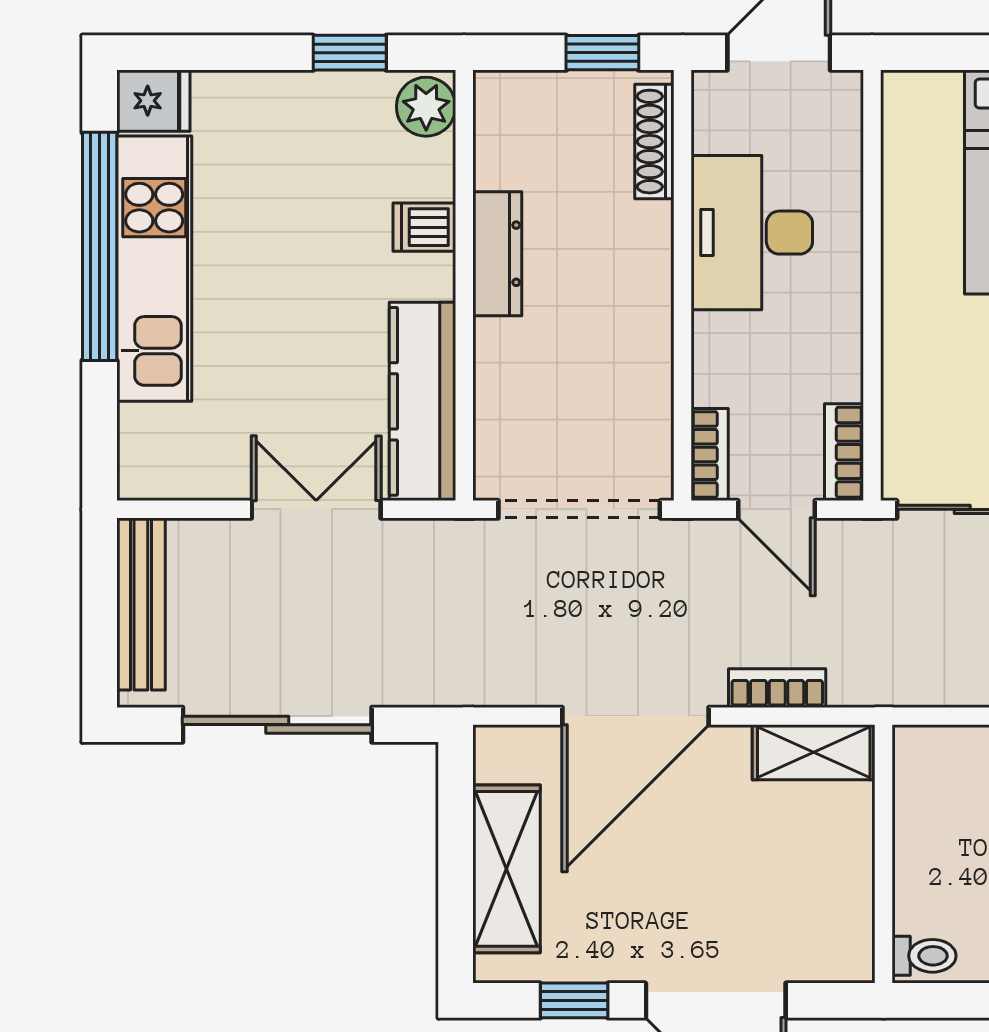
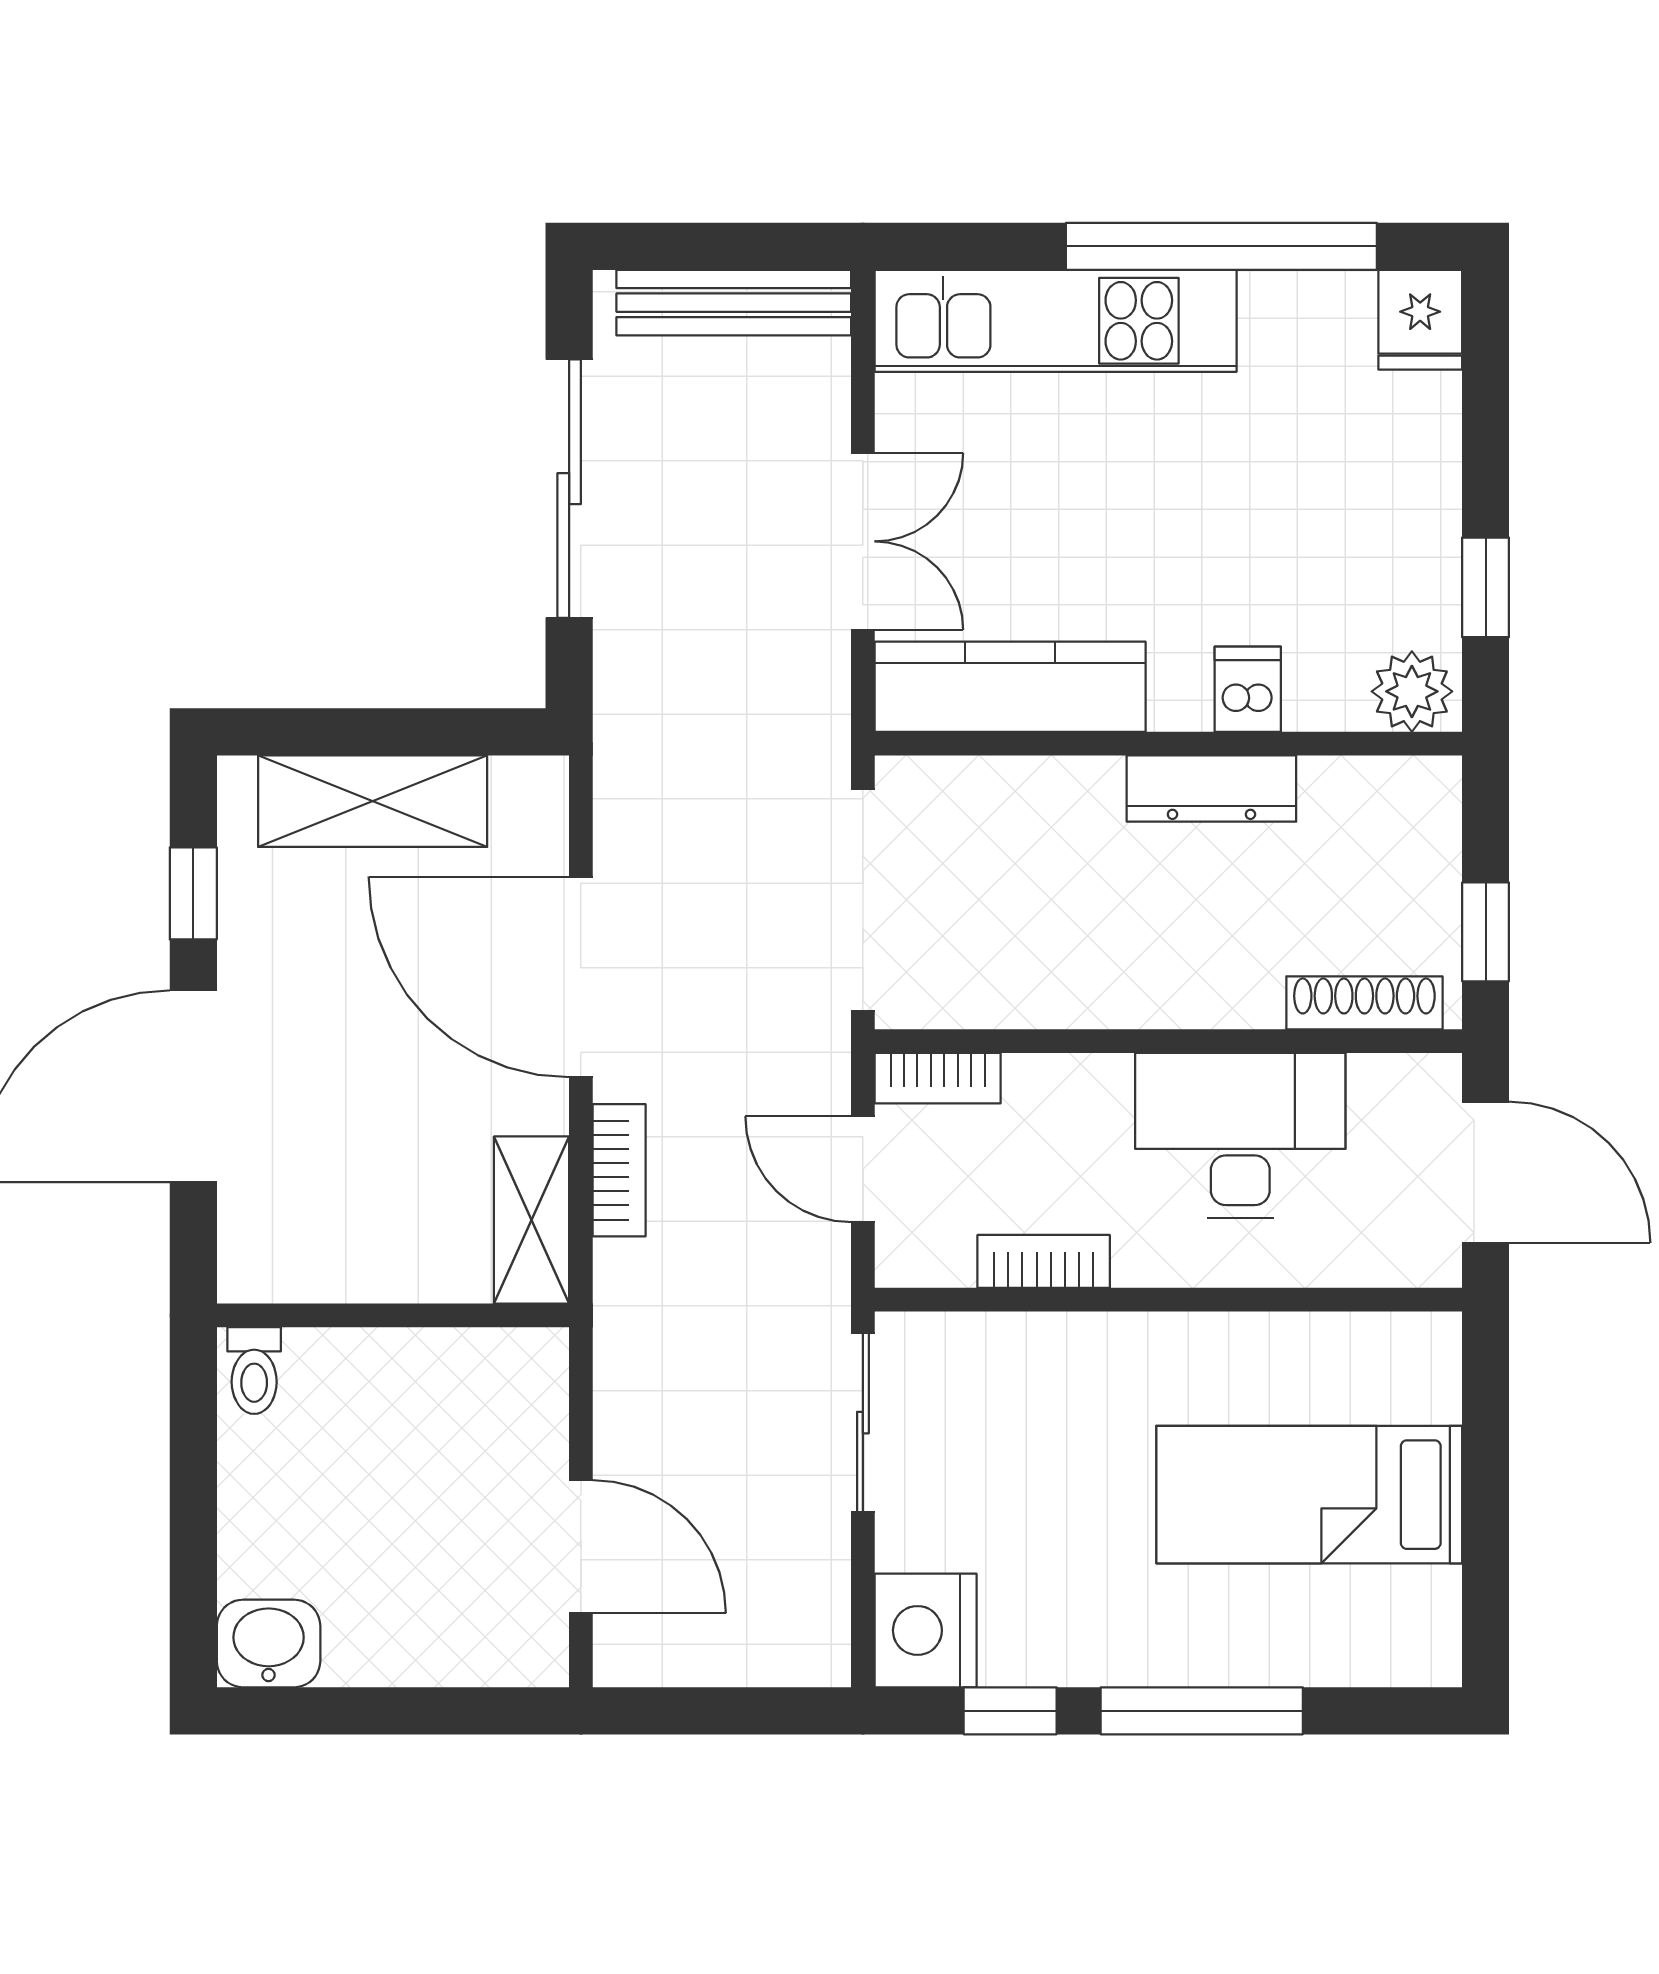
kitchen unit: (154, 269) -> (1056, 321), moved
bookcase: (844, 452) -> (1044, 1261), moved
door: (776, 509) -> (863, 1169), hinge flipped

